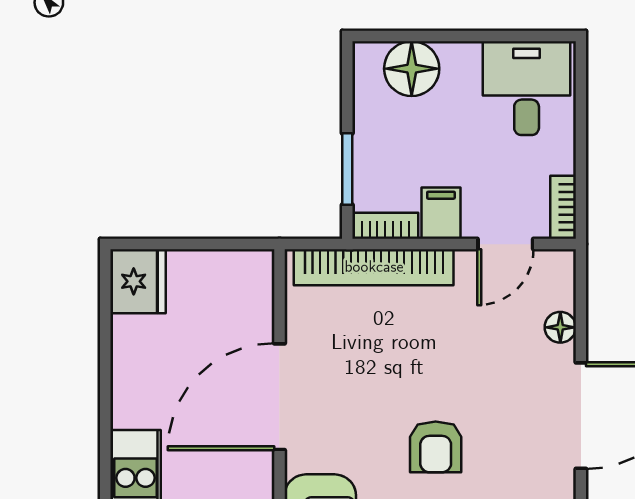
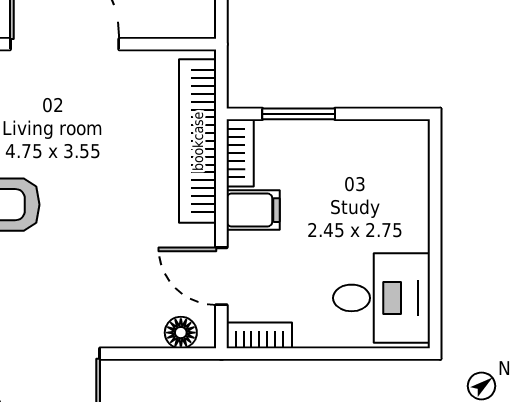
floor lamp: (412, 69) -> (402, 180), removed
floor lamp: (560, 327) -> (181, 333), moved

